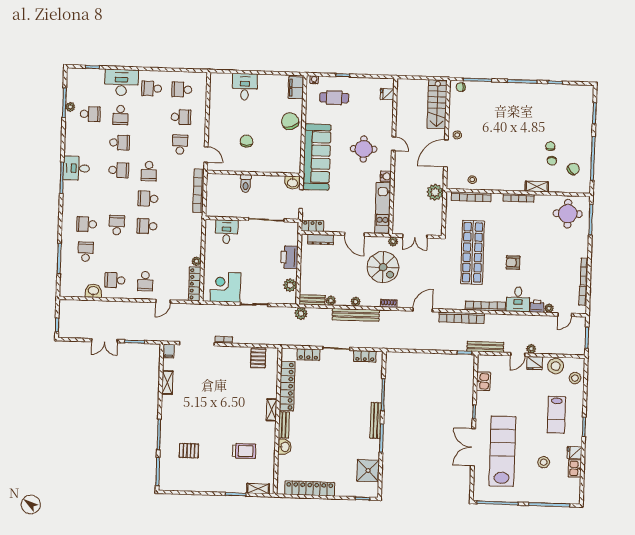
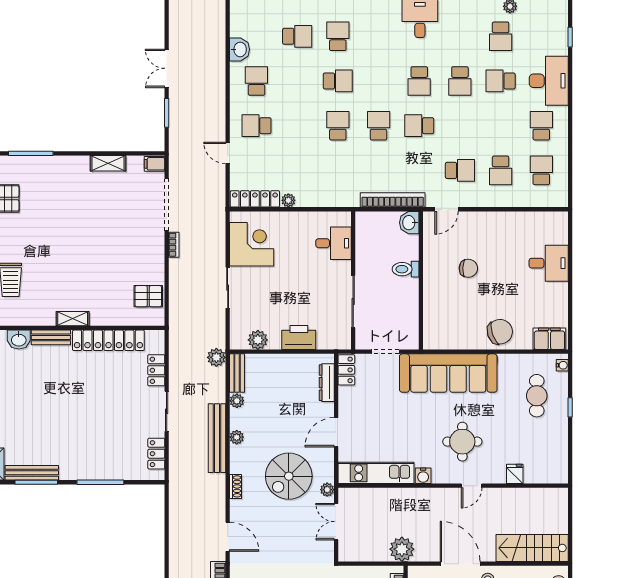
fridge: (387, 94) -> (515, 474), moved
washbasin: (293, 183) -> (409, 223), moved
bench: (376, 421) -> (32, 473), moved

